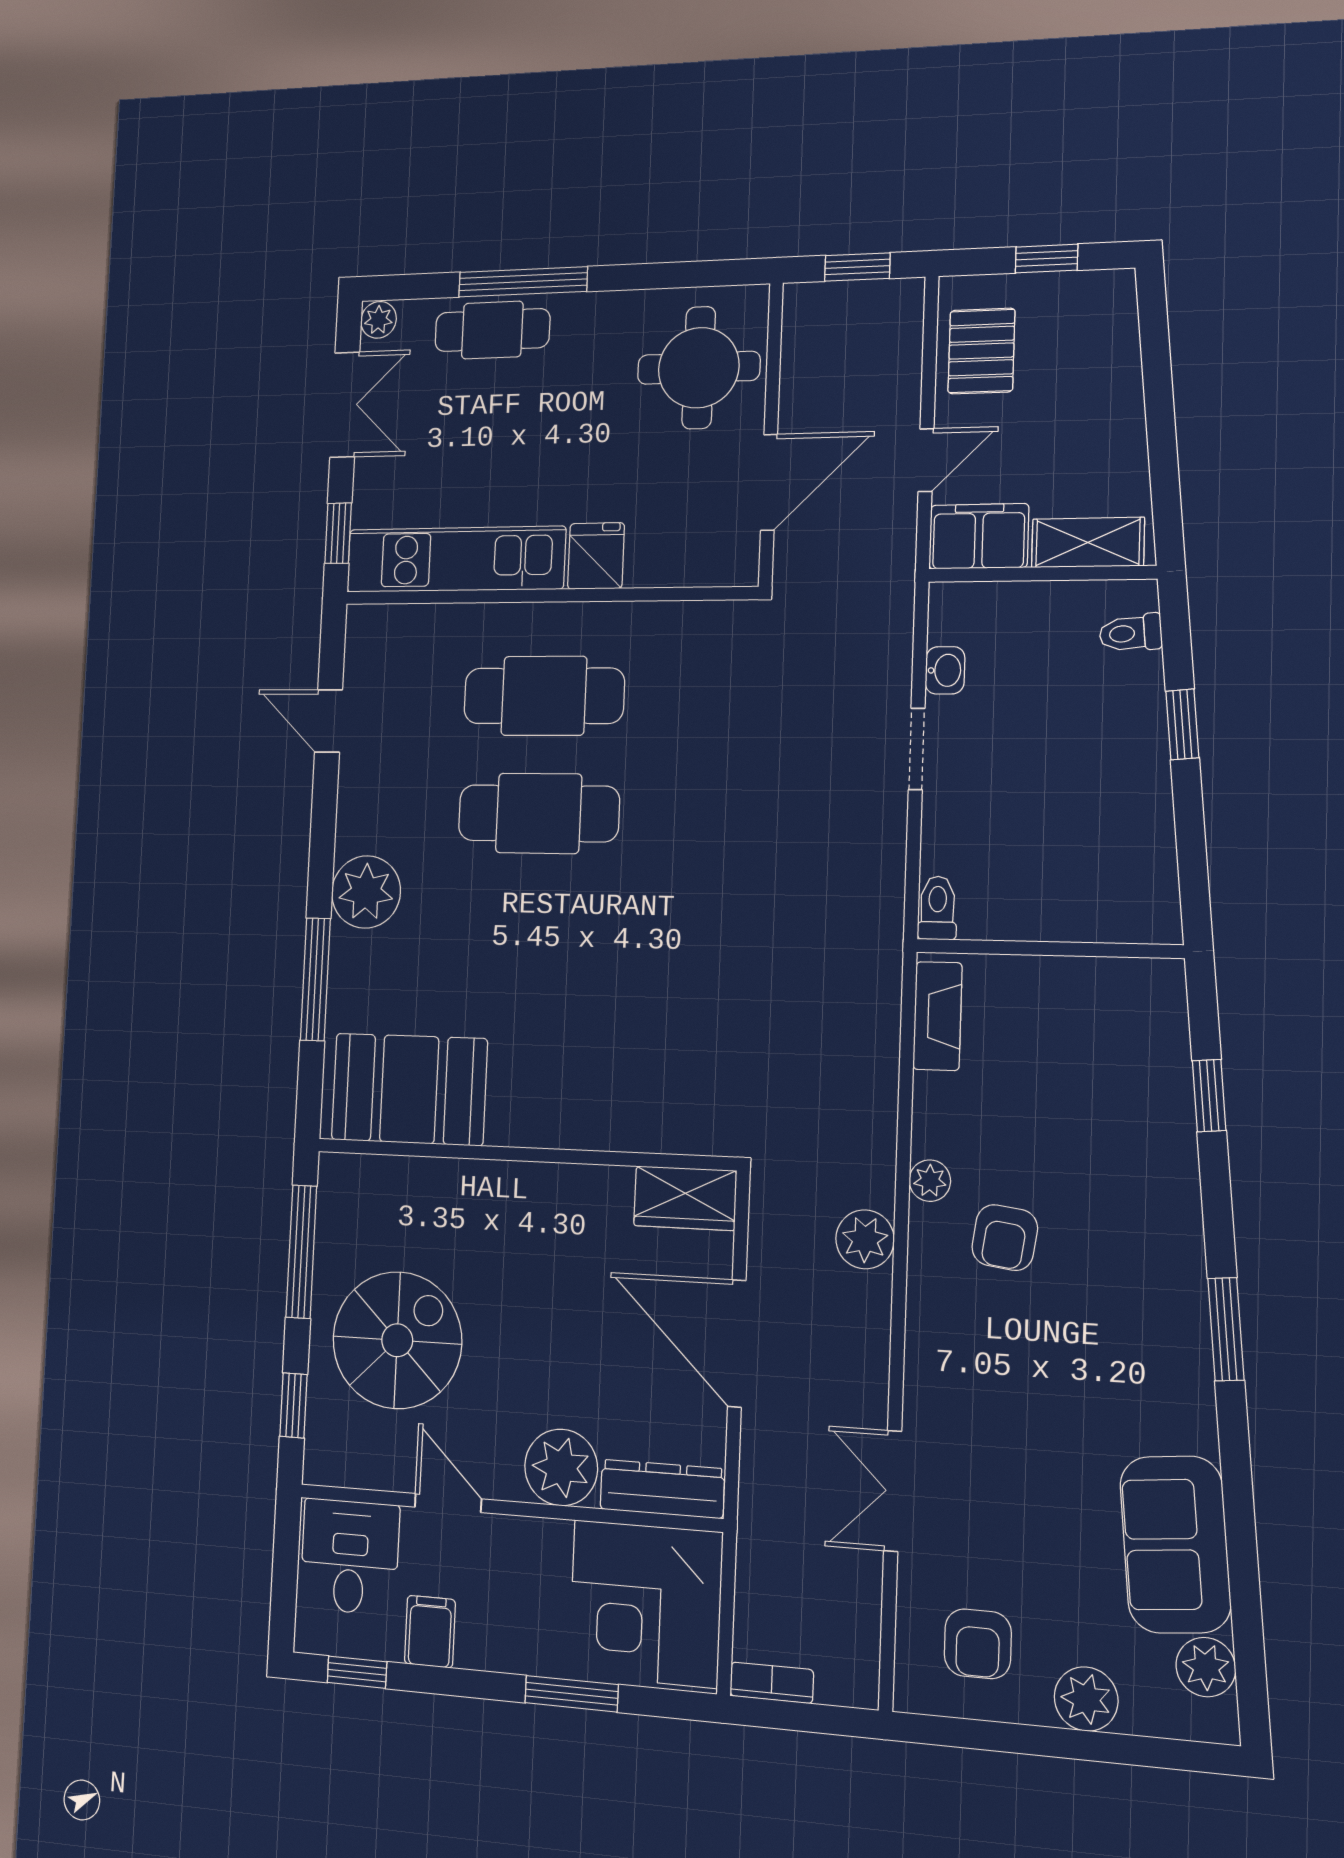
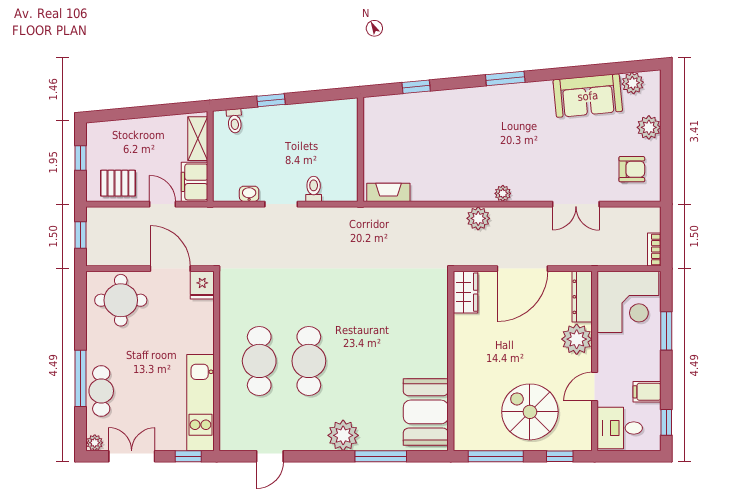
fridge: (596, 556) -> (202, 285), moved, turned -90
toilet: (937, 908) -> (314, 189), moved, turned 90
plant: (930, 1181) -> (503, 193), moved
armchair: (1005, 1238) -> (475, 163), removed

